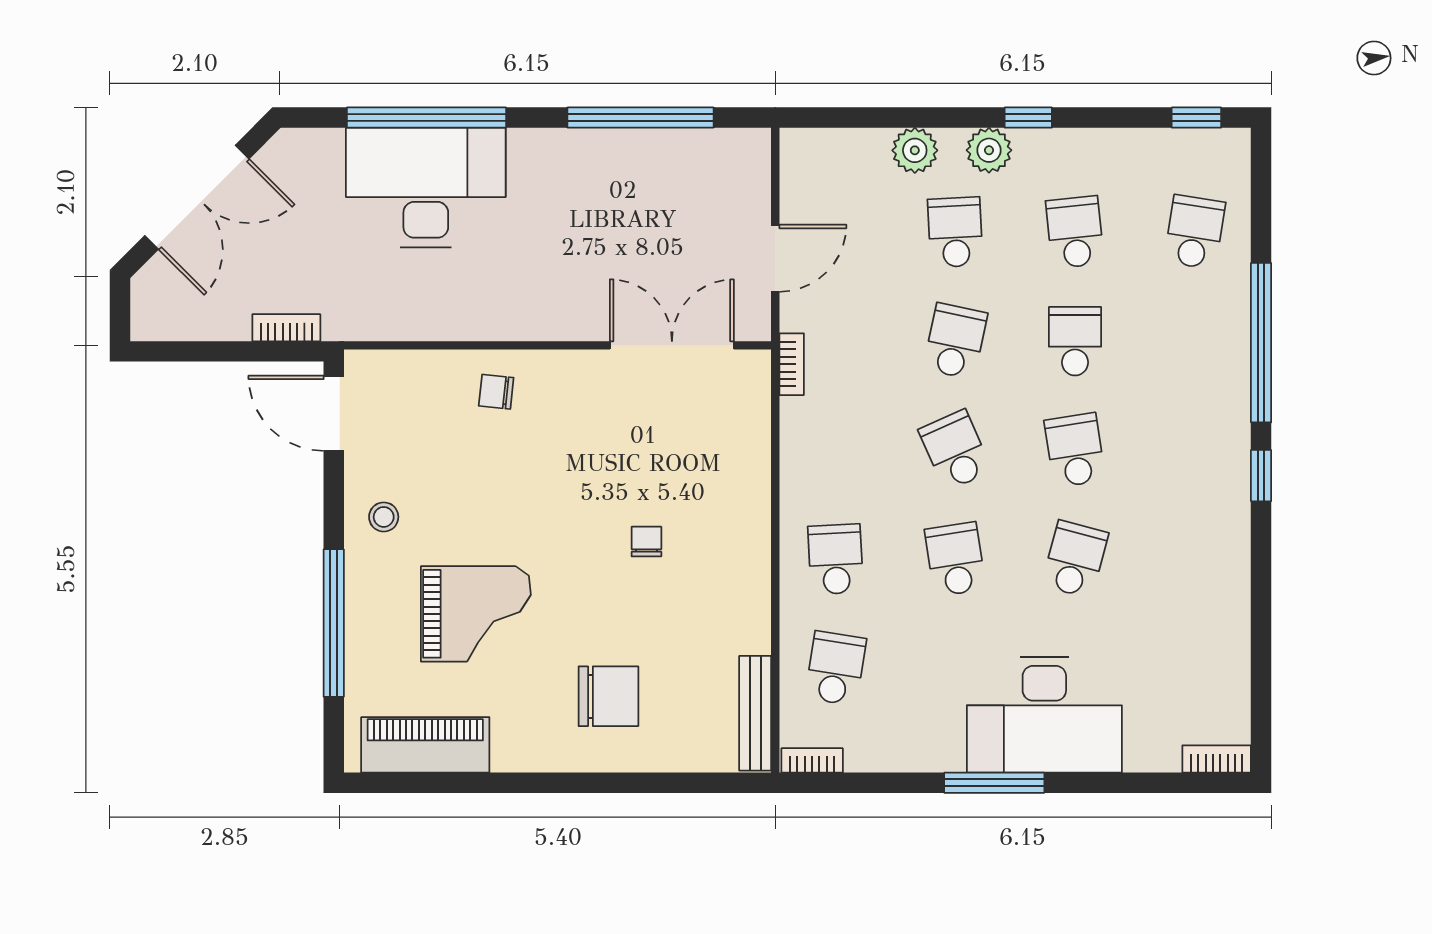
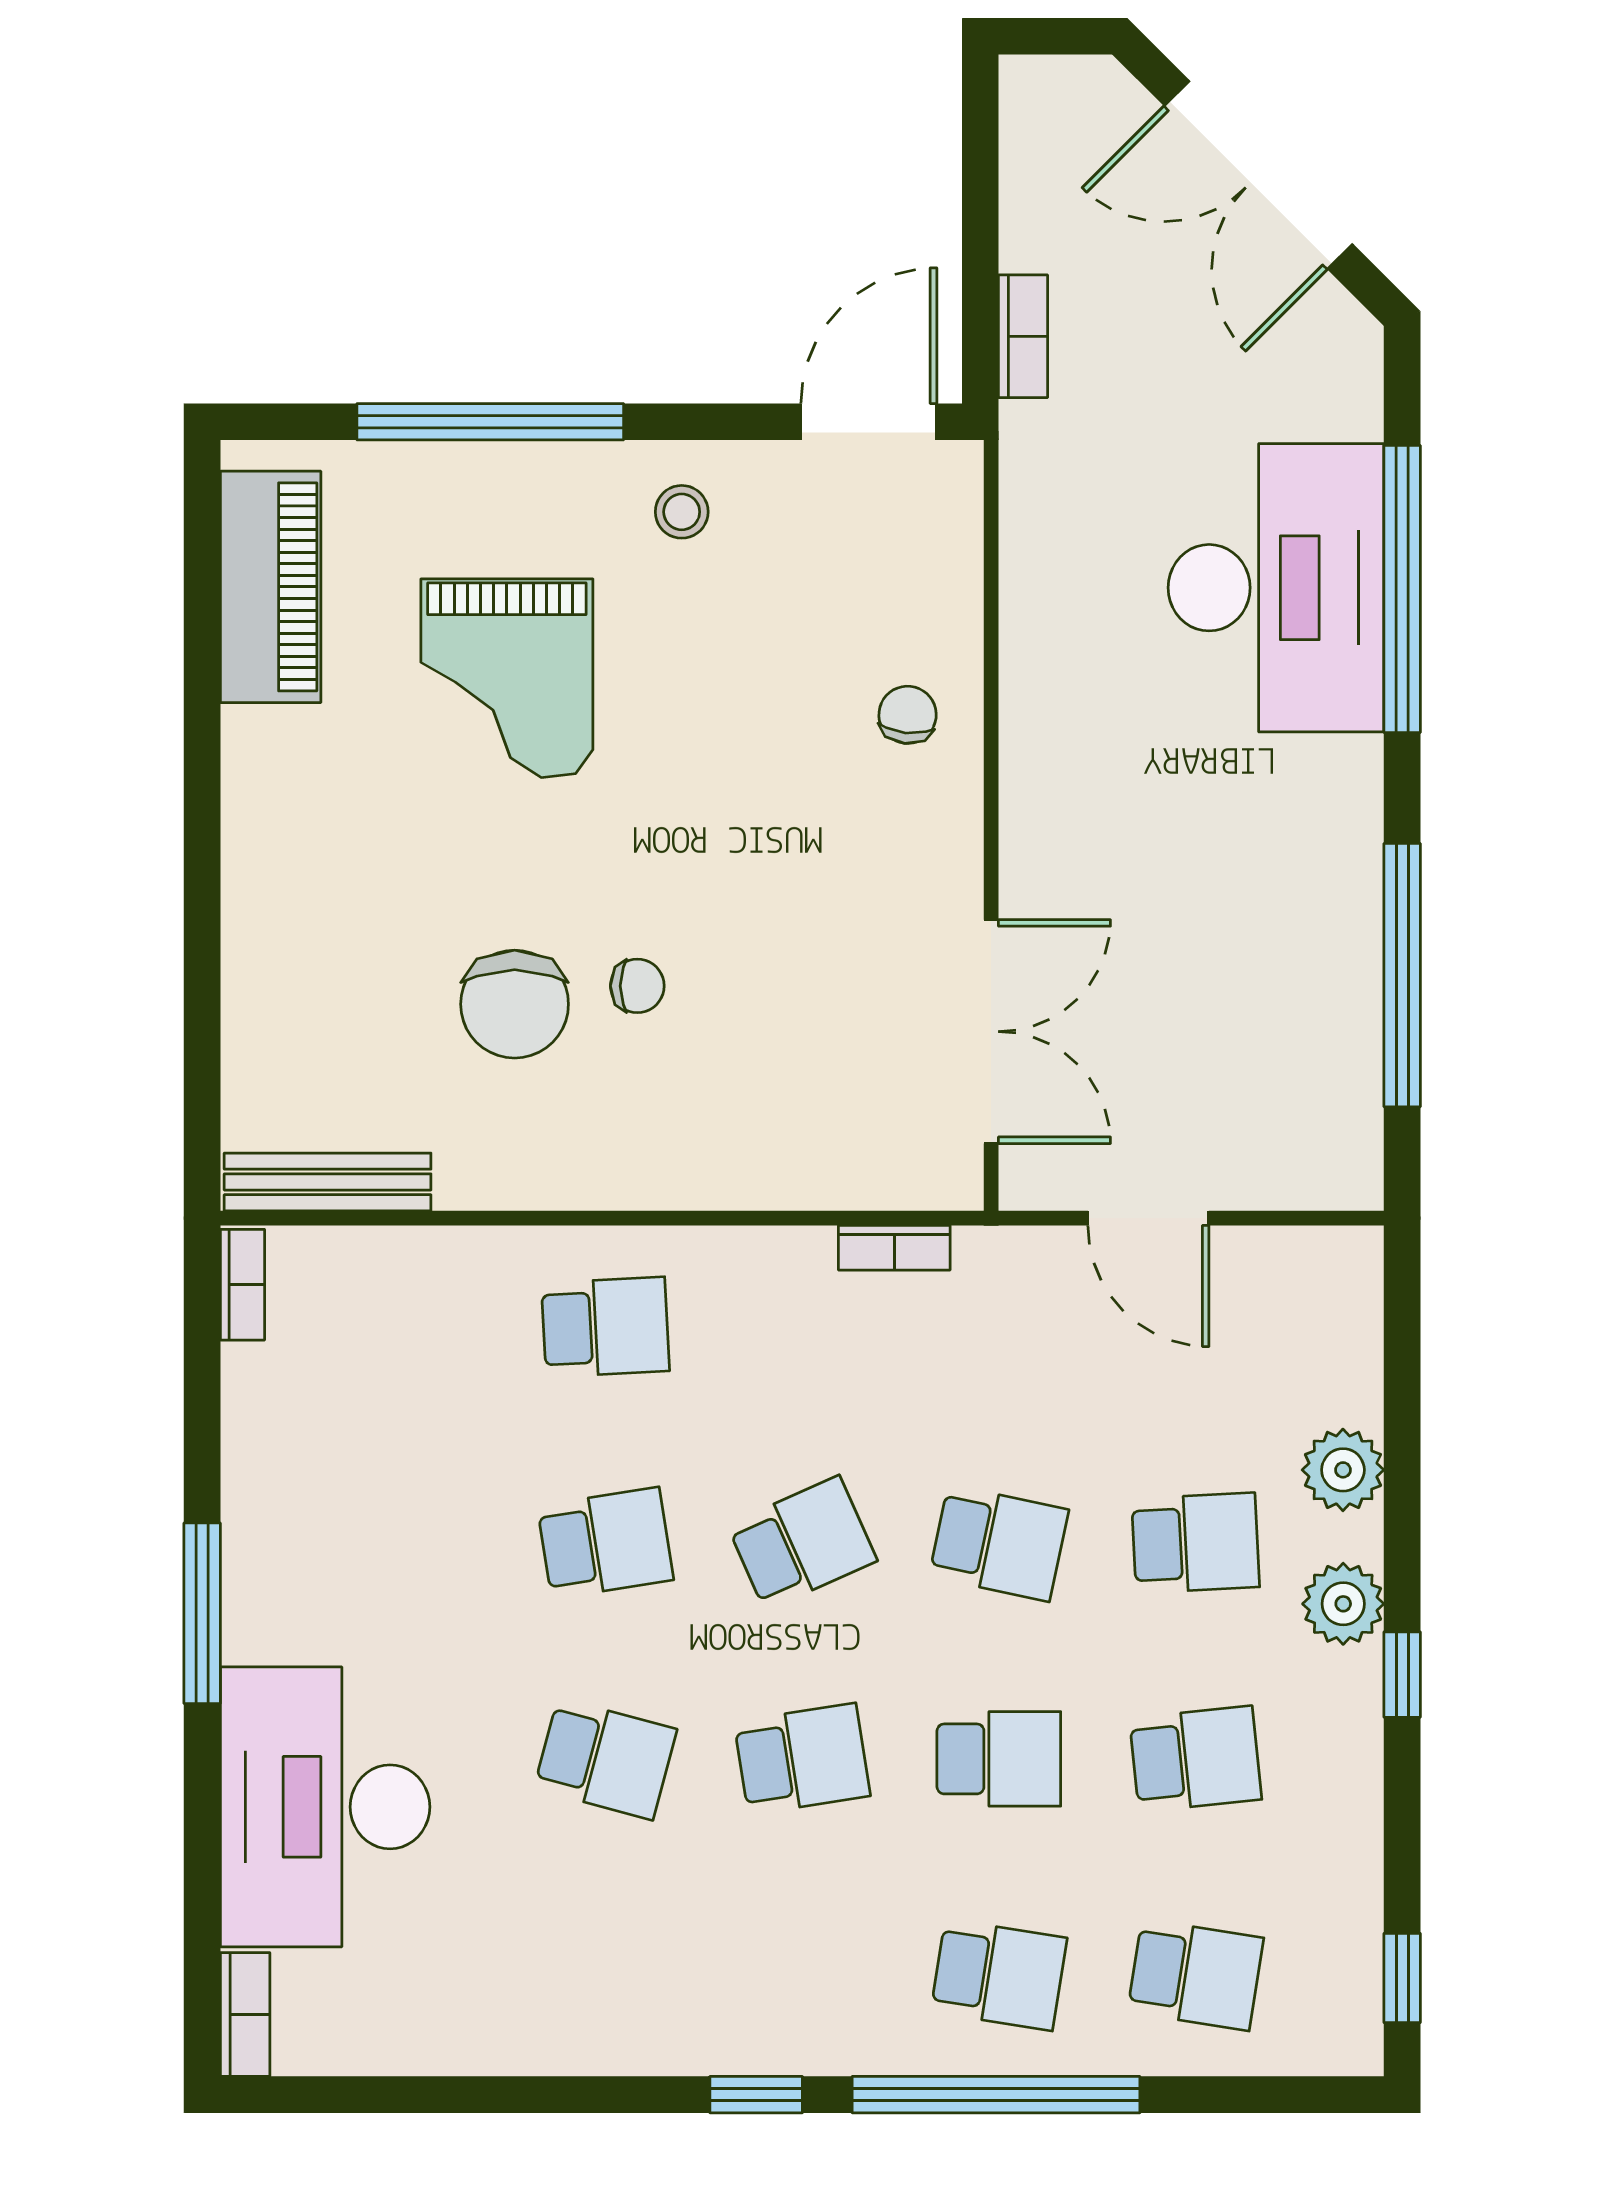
bookcase: (792, 364) -> (894, 1248), moved
school desk: (836, 668) -> (999, 1975), moved
chair: (608, 696) -> (515, 1004), moved
desk: (1044, 715) -> (325, 1807), moved

